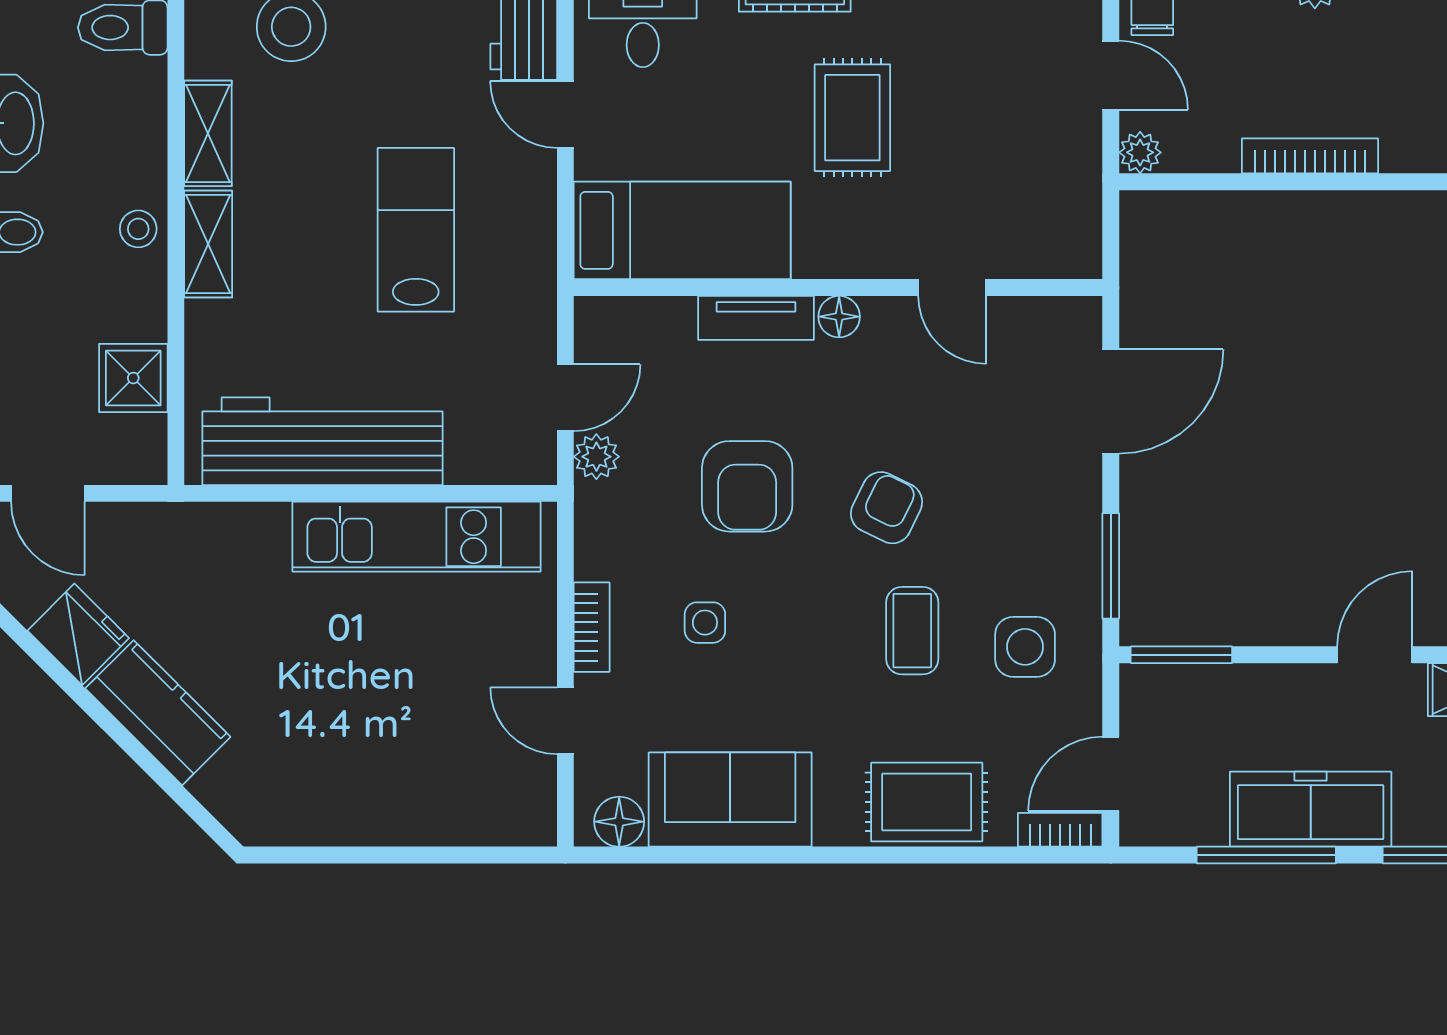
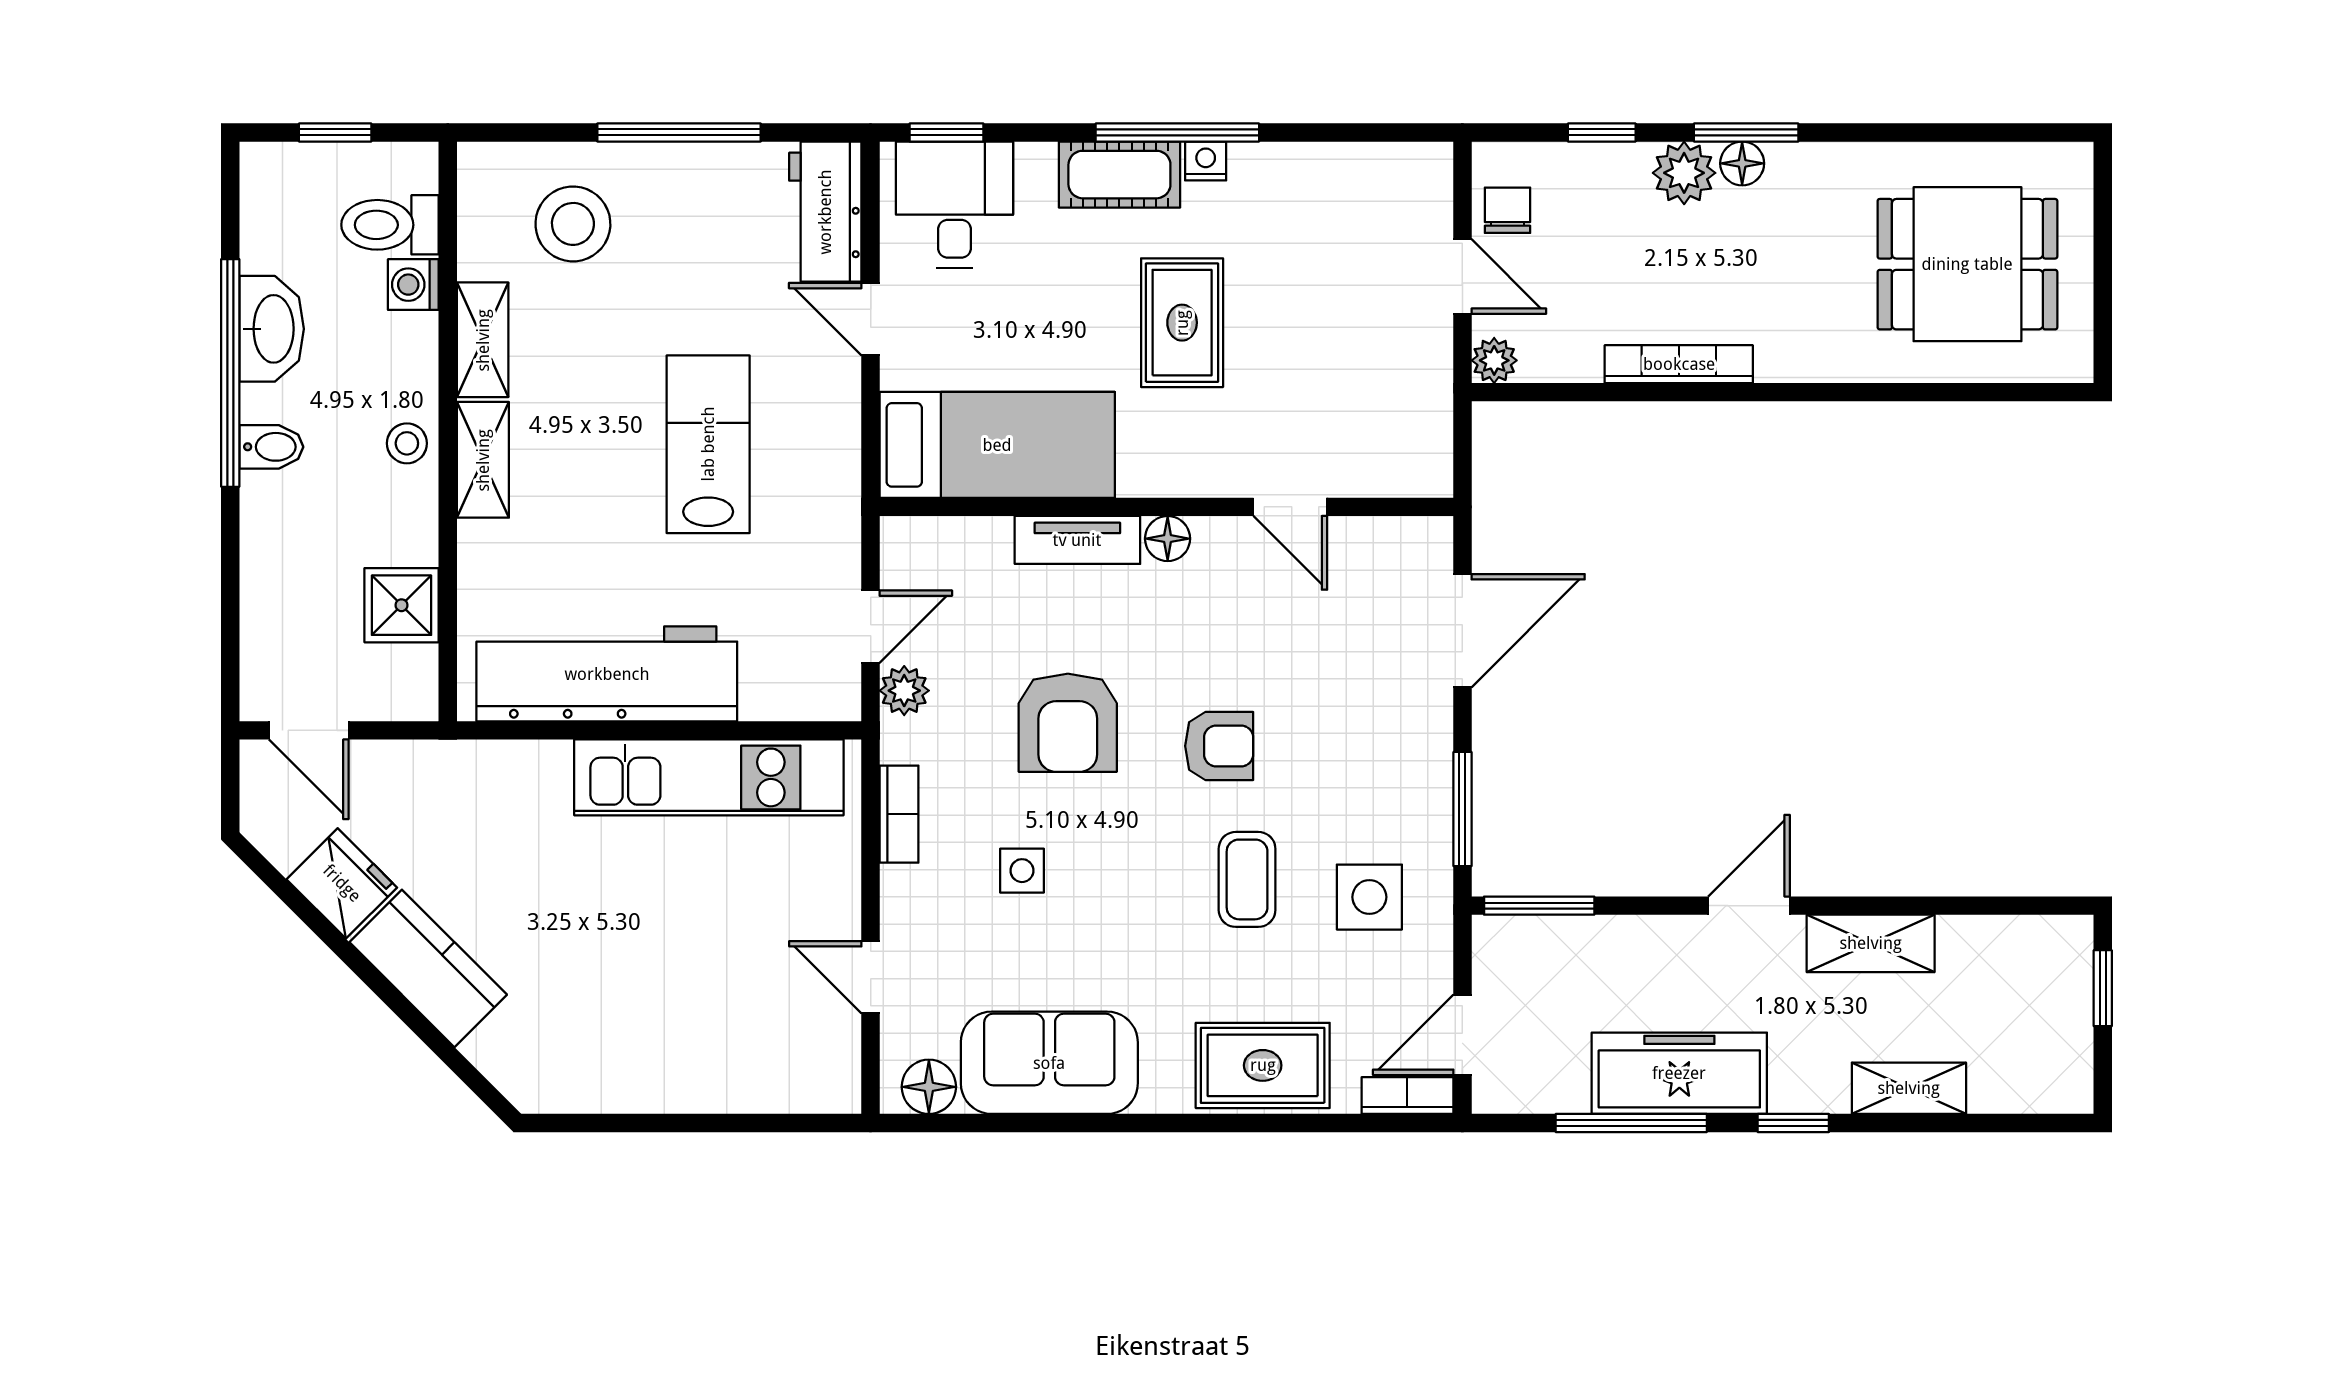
washing machine: (144, 83) -> (413, 285), added
armchair: (887, 508) -> (1219, 746), turned 64
bookcase: (592, 627) -> (899, 814), moved

